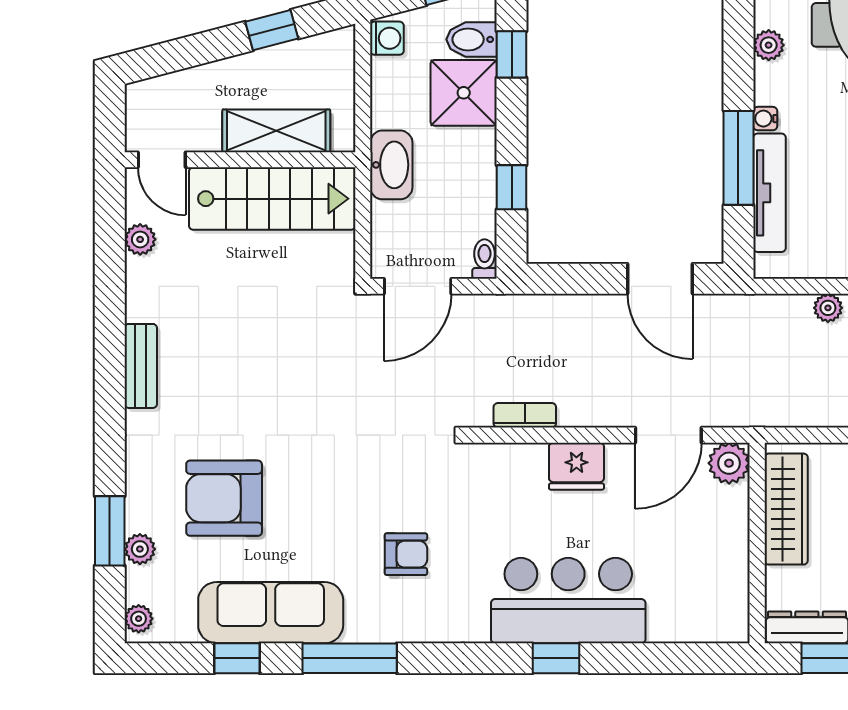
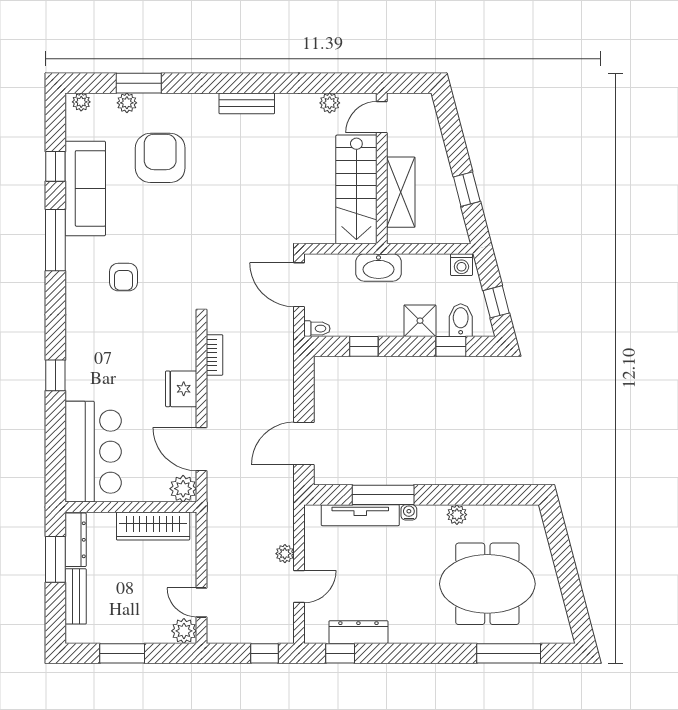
shower: (464, 93) -> (420, 321), width x0.73, depth x0.73
bar counter: (568, 601) -> (93, 452), moved

